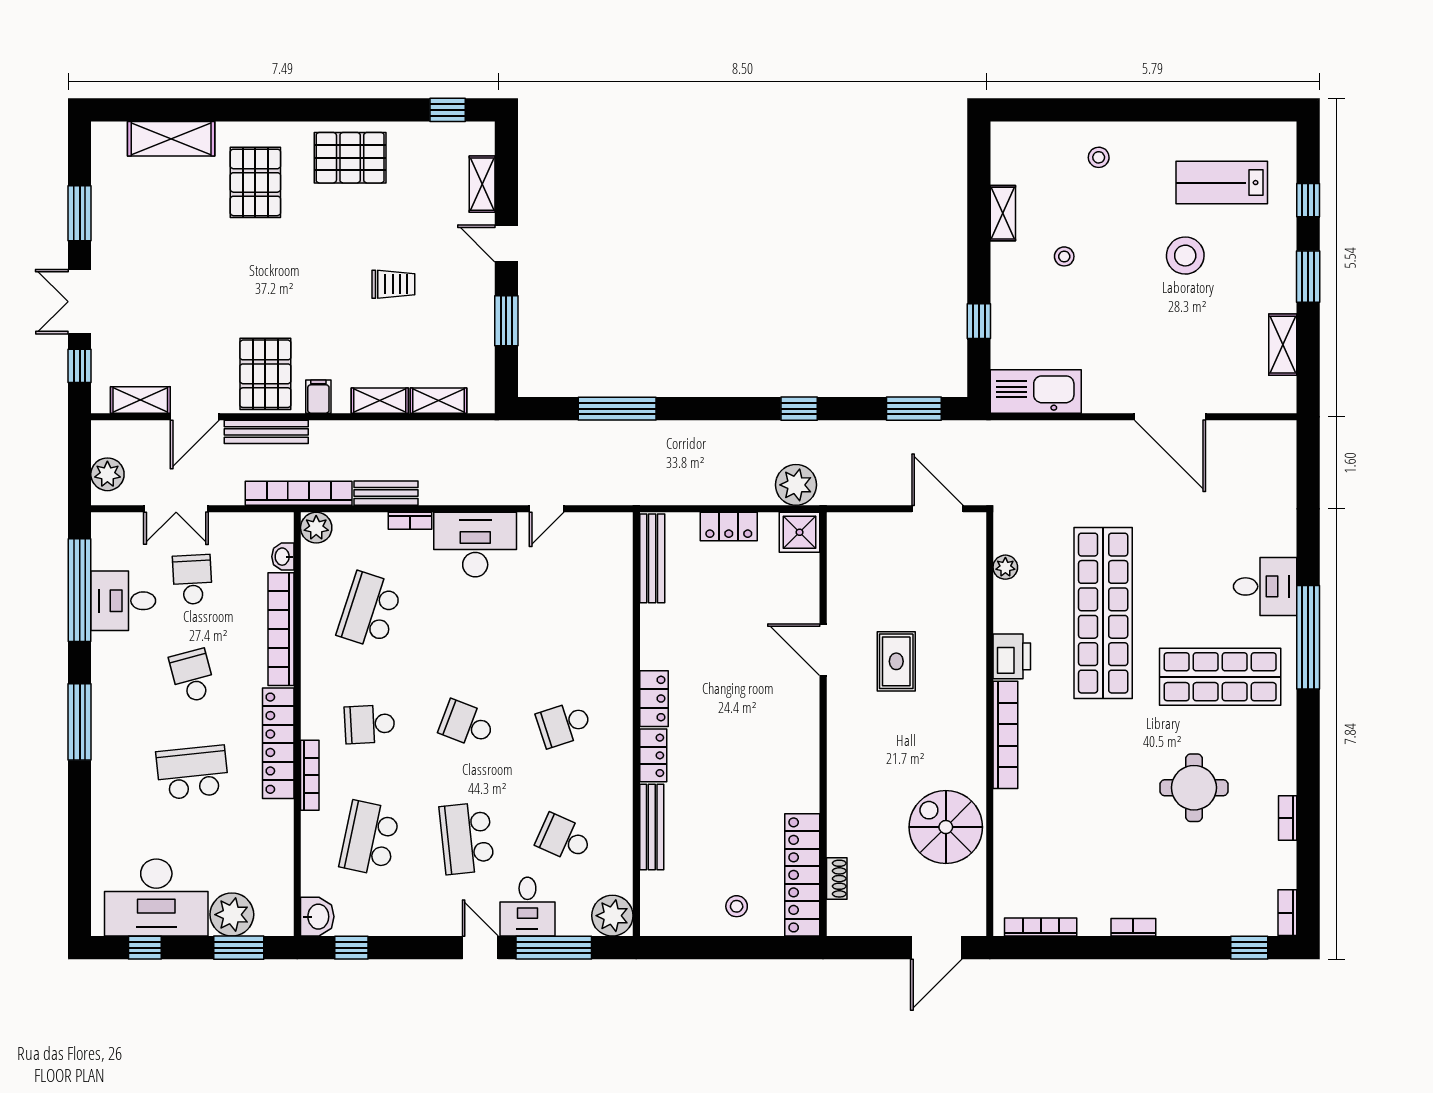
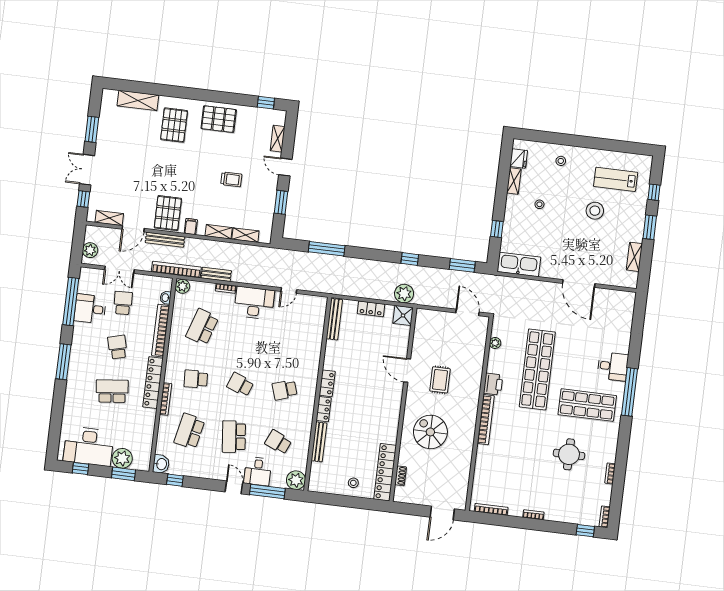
fridge: (1007, 163) -> (519, 158), added
spiral stairs: (946, 827) -> (430, 432), moved

